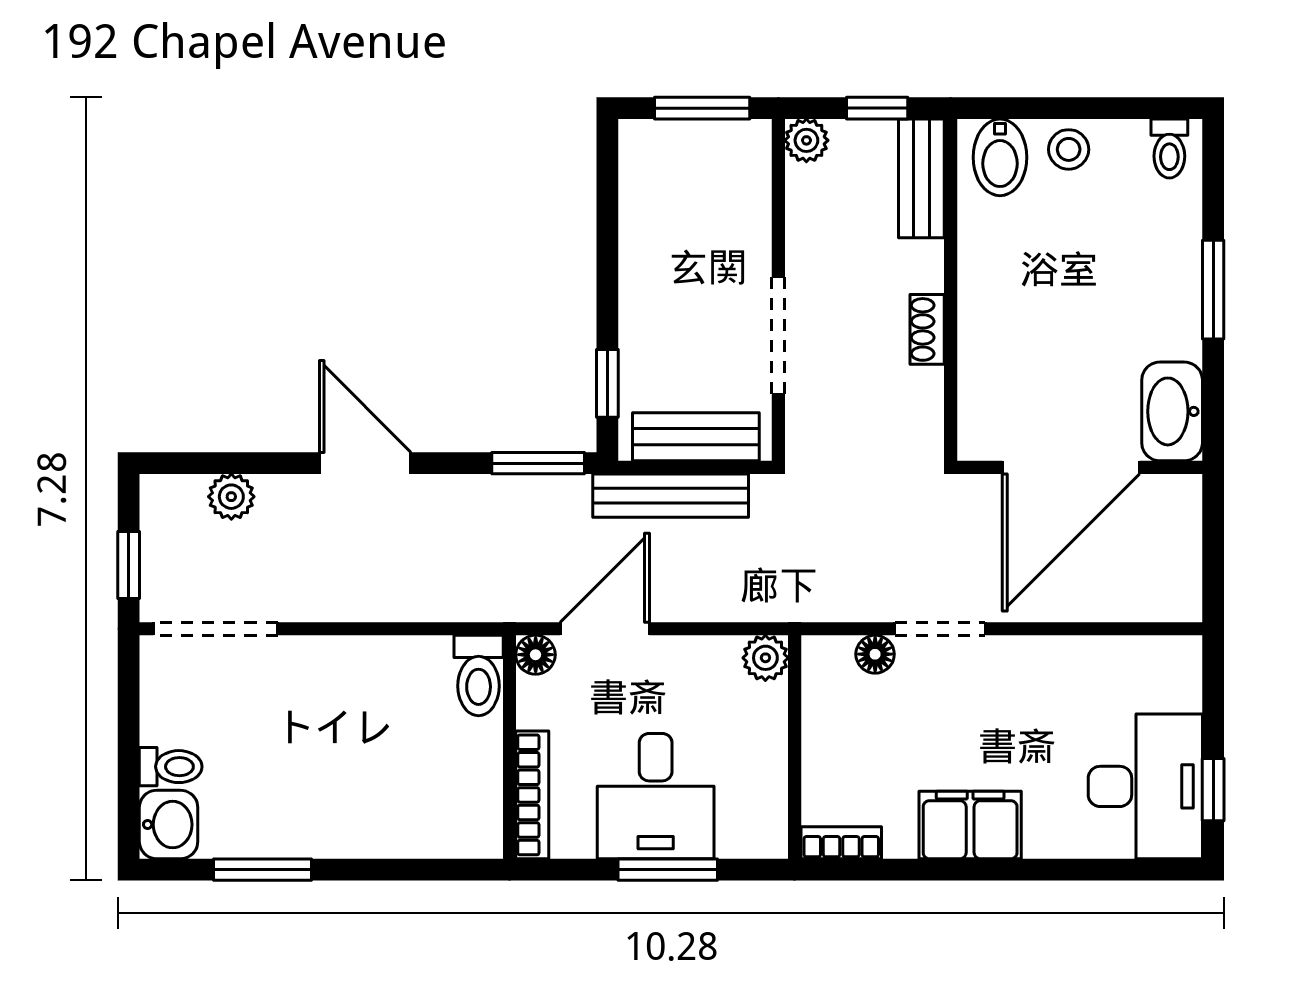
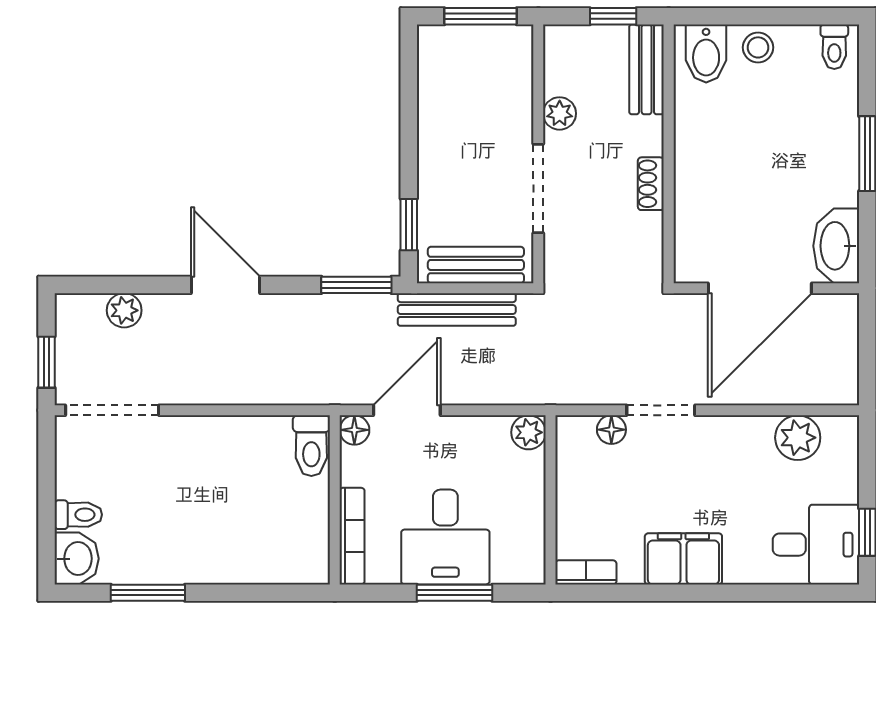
plant: (806, 140) -> (560, 113), moved
plant: (1121, 665) -> (798, 438), added
desk: (1145, 786) -> (816, 545), width x0.73

